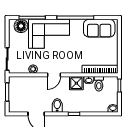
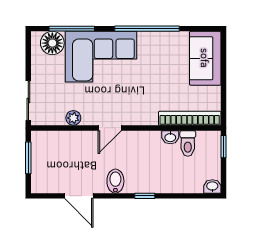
sofa: (99, 28) -> (205, 58), moved, turned 90
shower: (76, 83) -> (149, 142), removed

